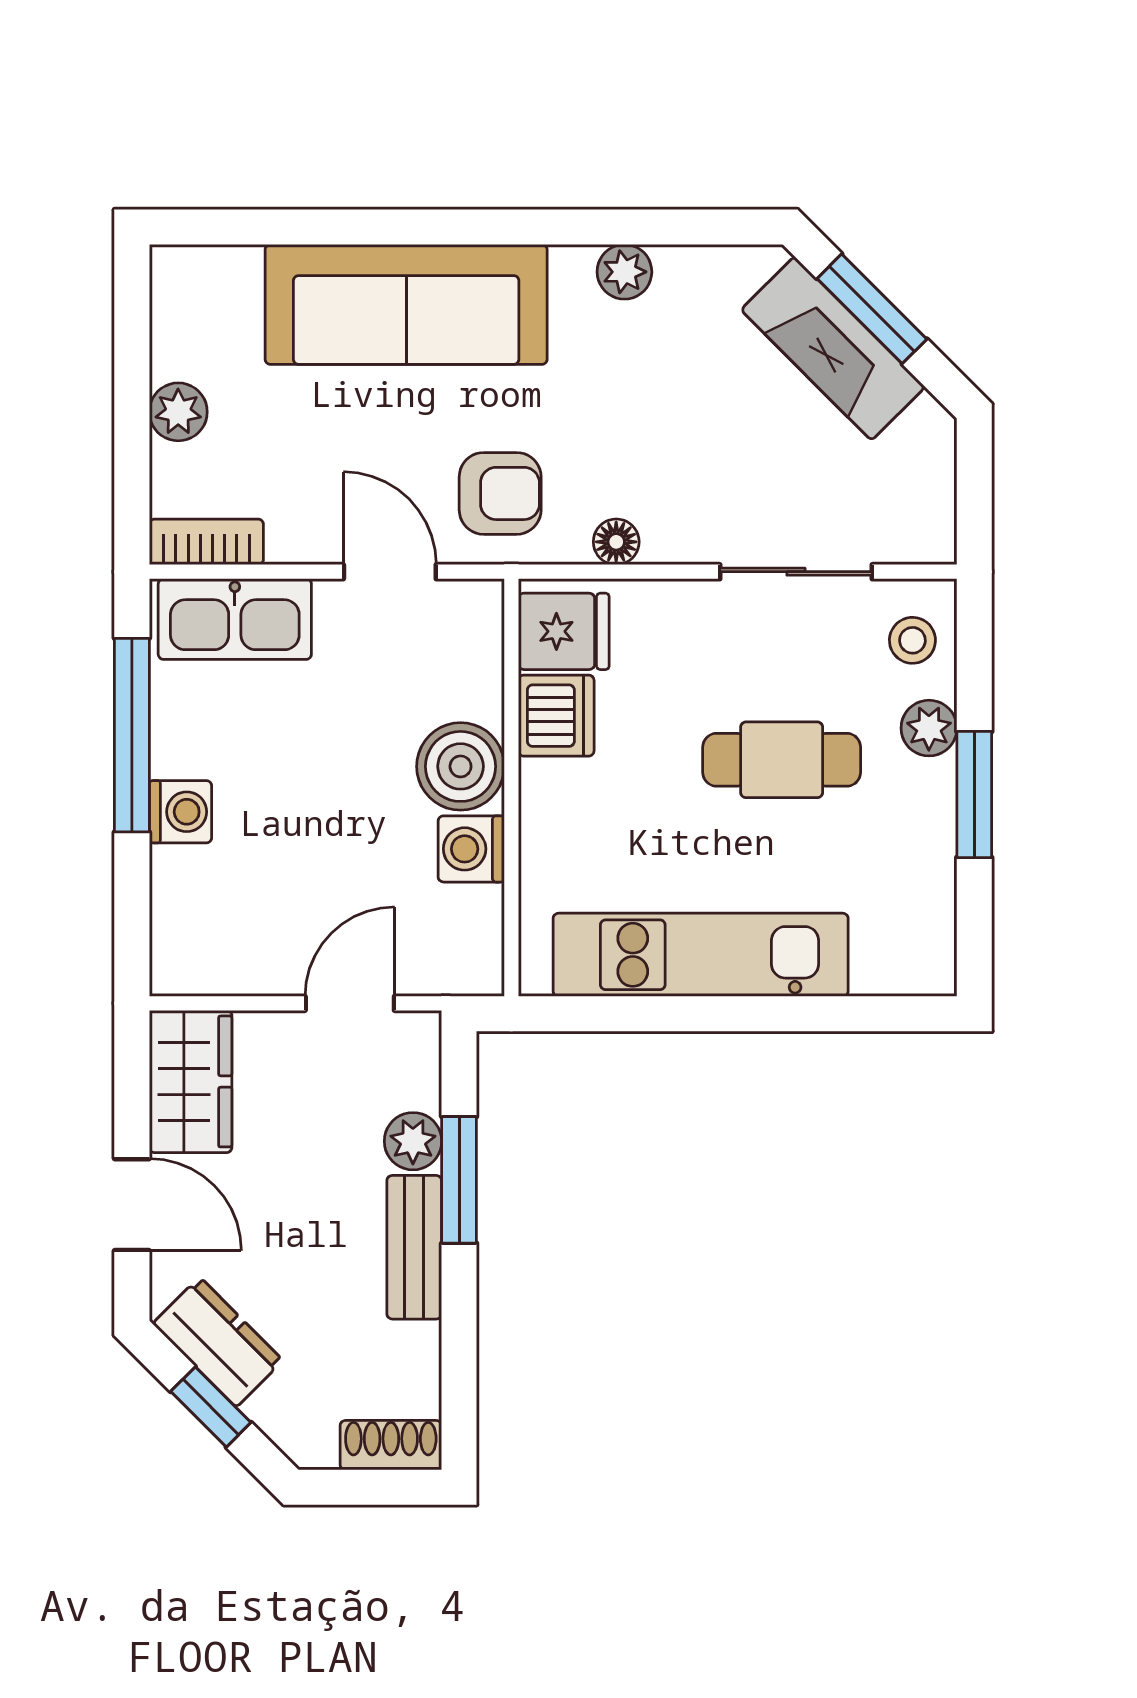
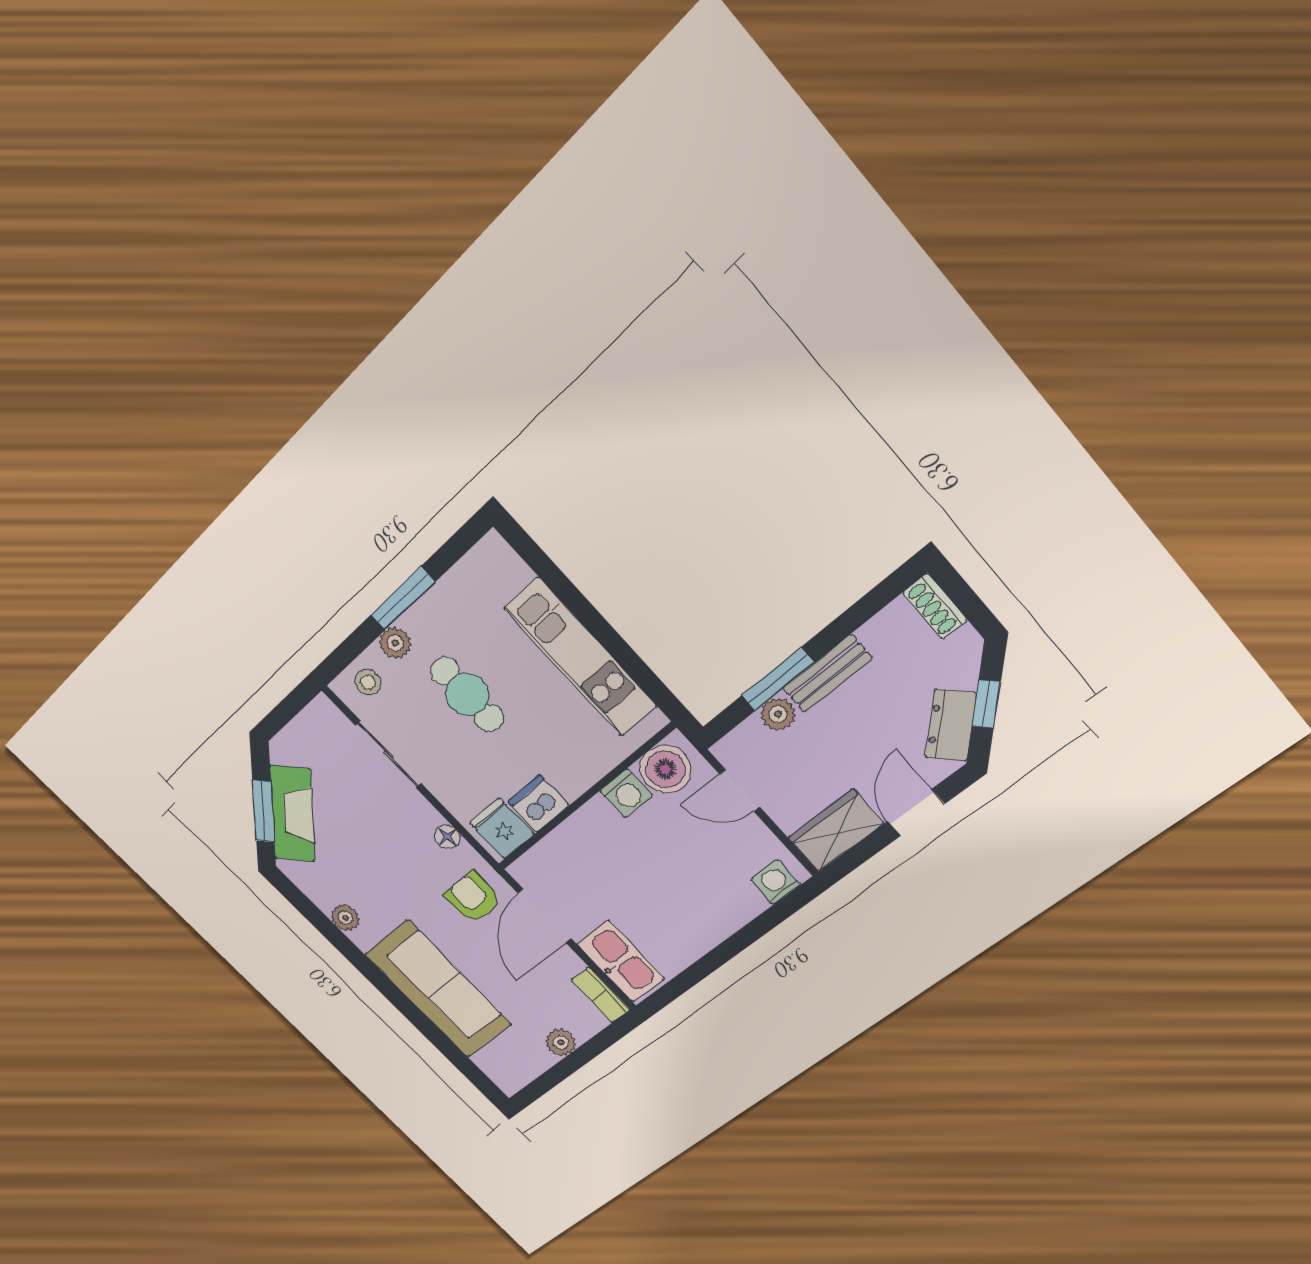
door: (390, 572) -> (545, 916), width x1.38
window: (132, 735) -> (706, 966), removed
boiler: (461, 766) -> (665, 769), moved
washing machine: (180, 812) -> (775, 882), moved

